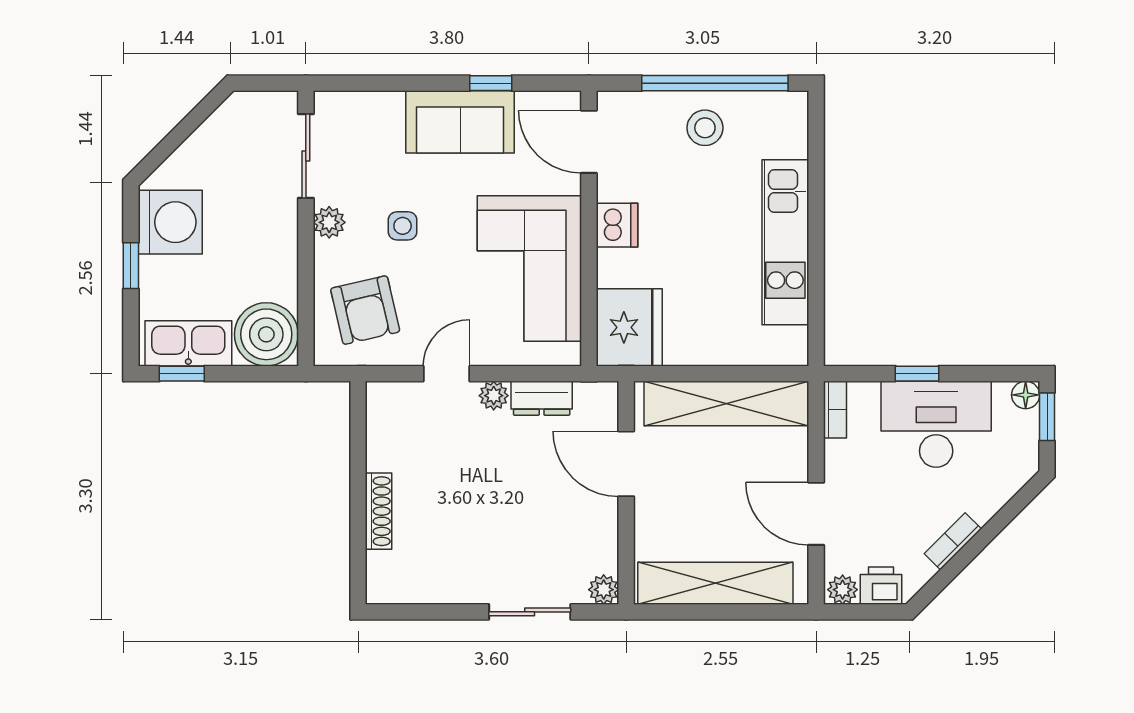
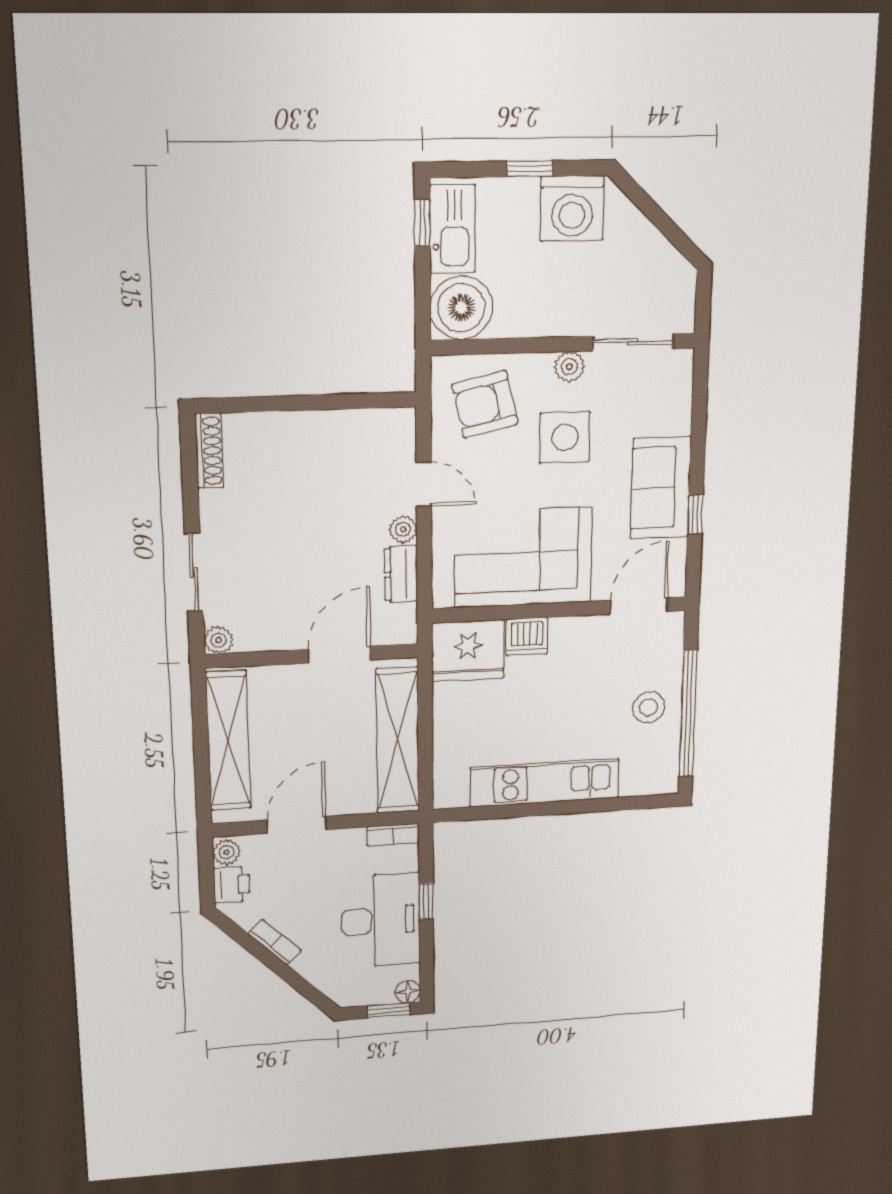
dishwasher: (617, 225) -> (527, 637), moved
side table: (403, 226) -> (565, 437), width x1.87, depth x1.87
shoe rack: (378, 511) -> (209, 451), moved, turned -90

